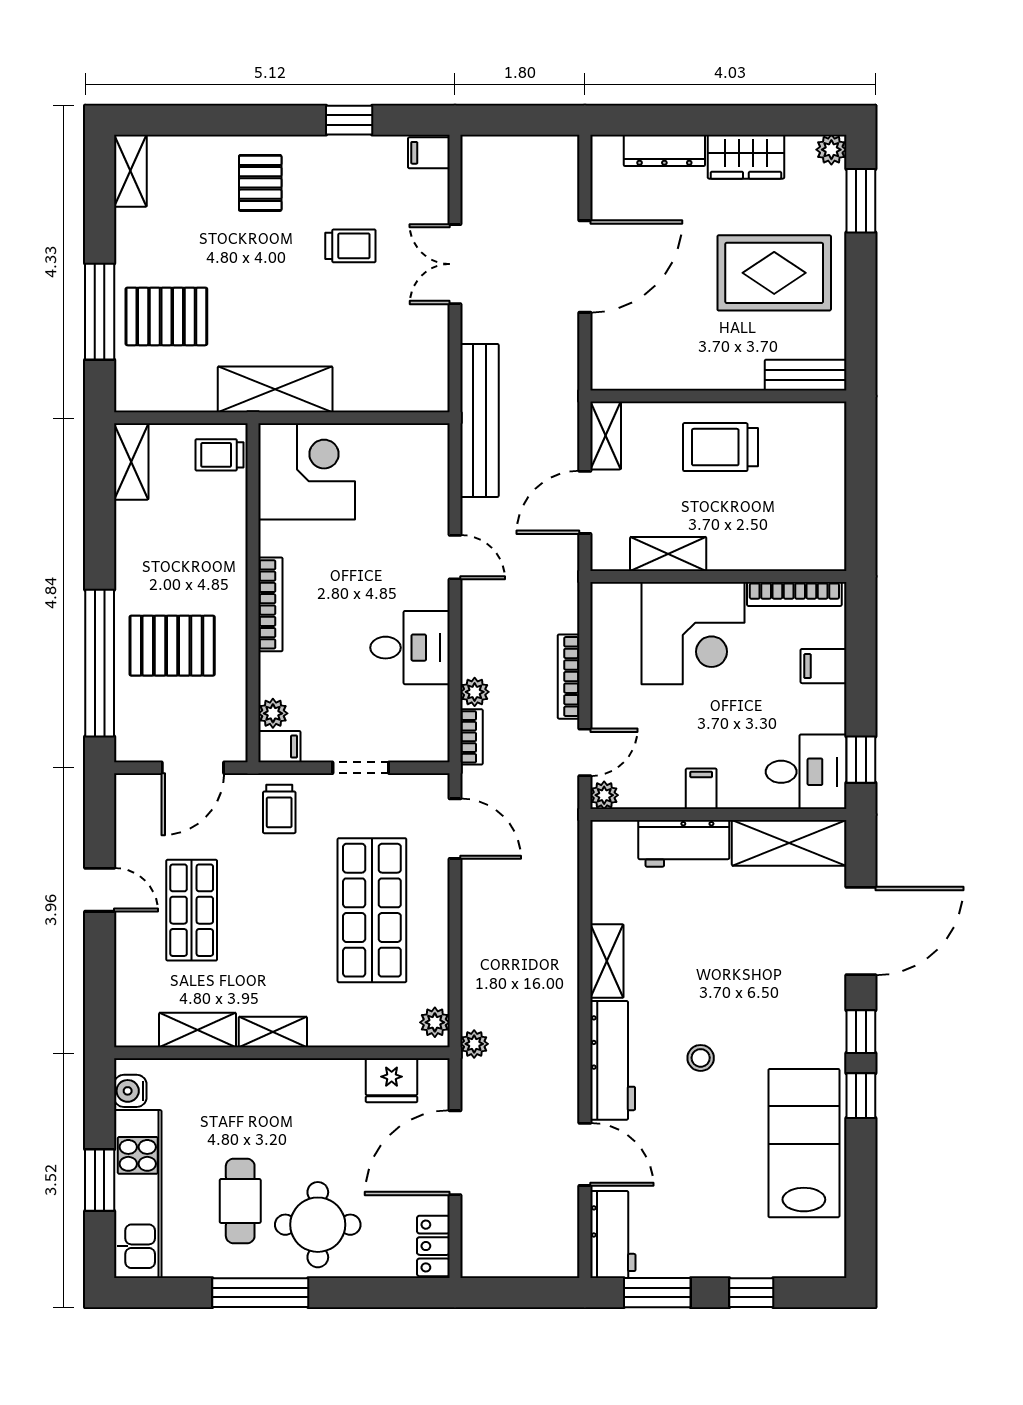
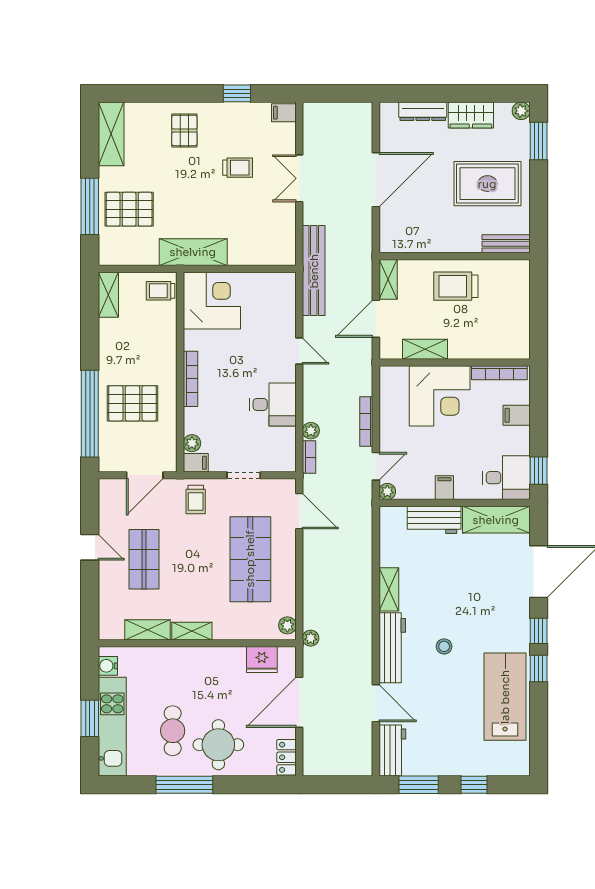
shelving: (130, 171) -> (111, 134), width x1.50, depth x1.33

